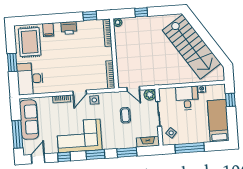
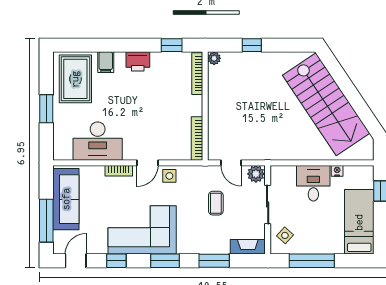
desk: (30, 79) -> (98, 141), moved, turned -90

